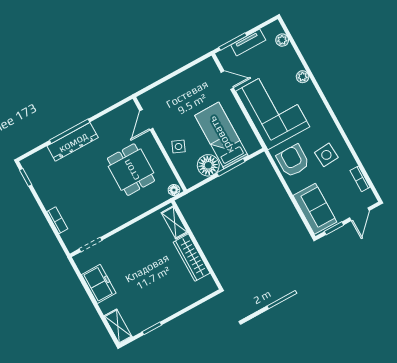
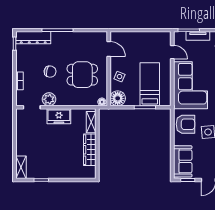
door: (146, 120) -> (109, 49), swing flipped
dresser: (73, 142) -> (33, 38), moved
armchair: (293, 161) -> (185, 124), turned 90
floor lamp: (208, 165) -> (118, 98), moved
dining table: (131, 170) -> (82, 75), turned 90
chair: (89, 188) -> (50, 72), added
plant: (106, 223) -> (49, 99), added
freezer: (99, 284) -> (59, 116), moved, turned 90

